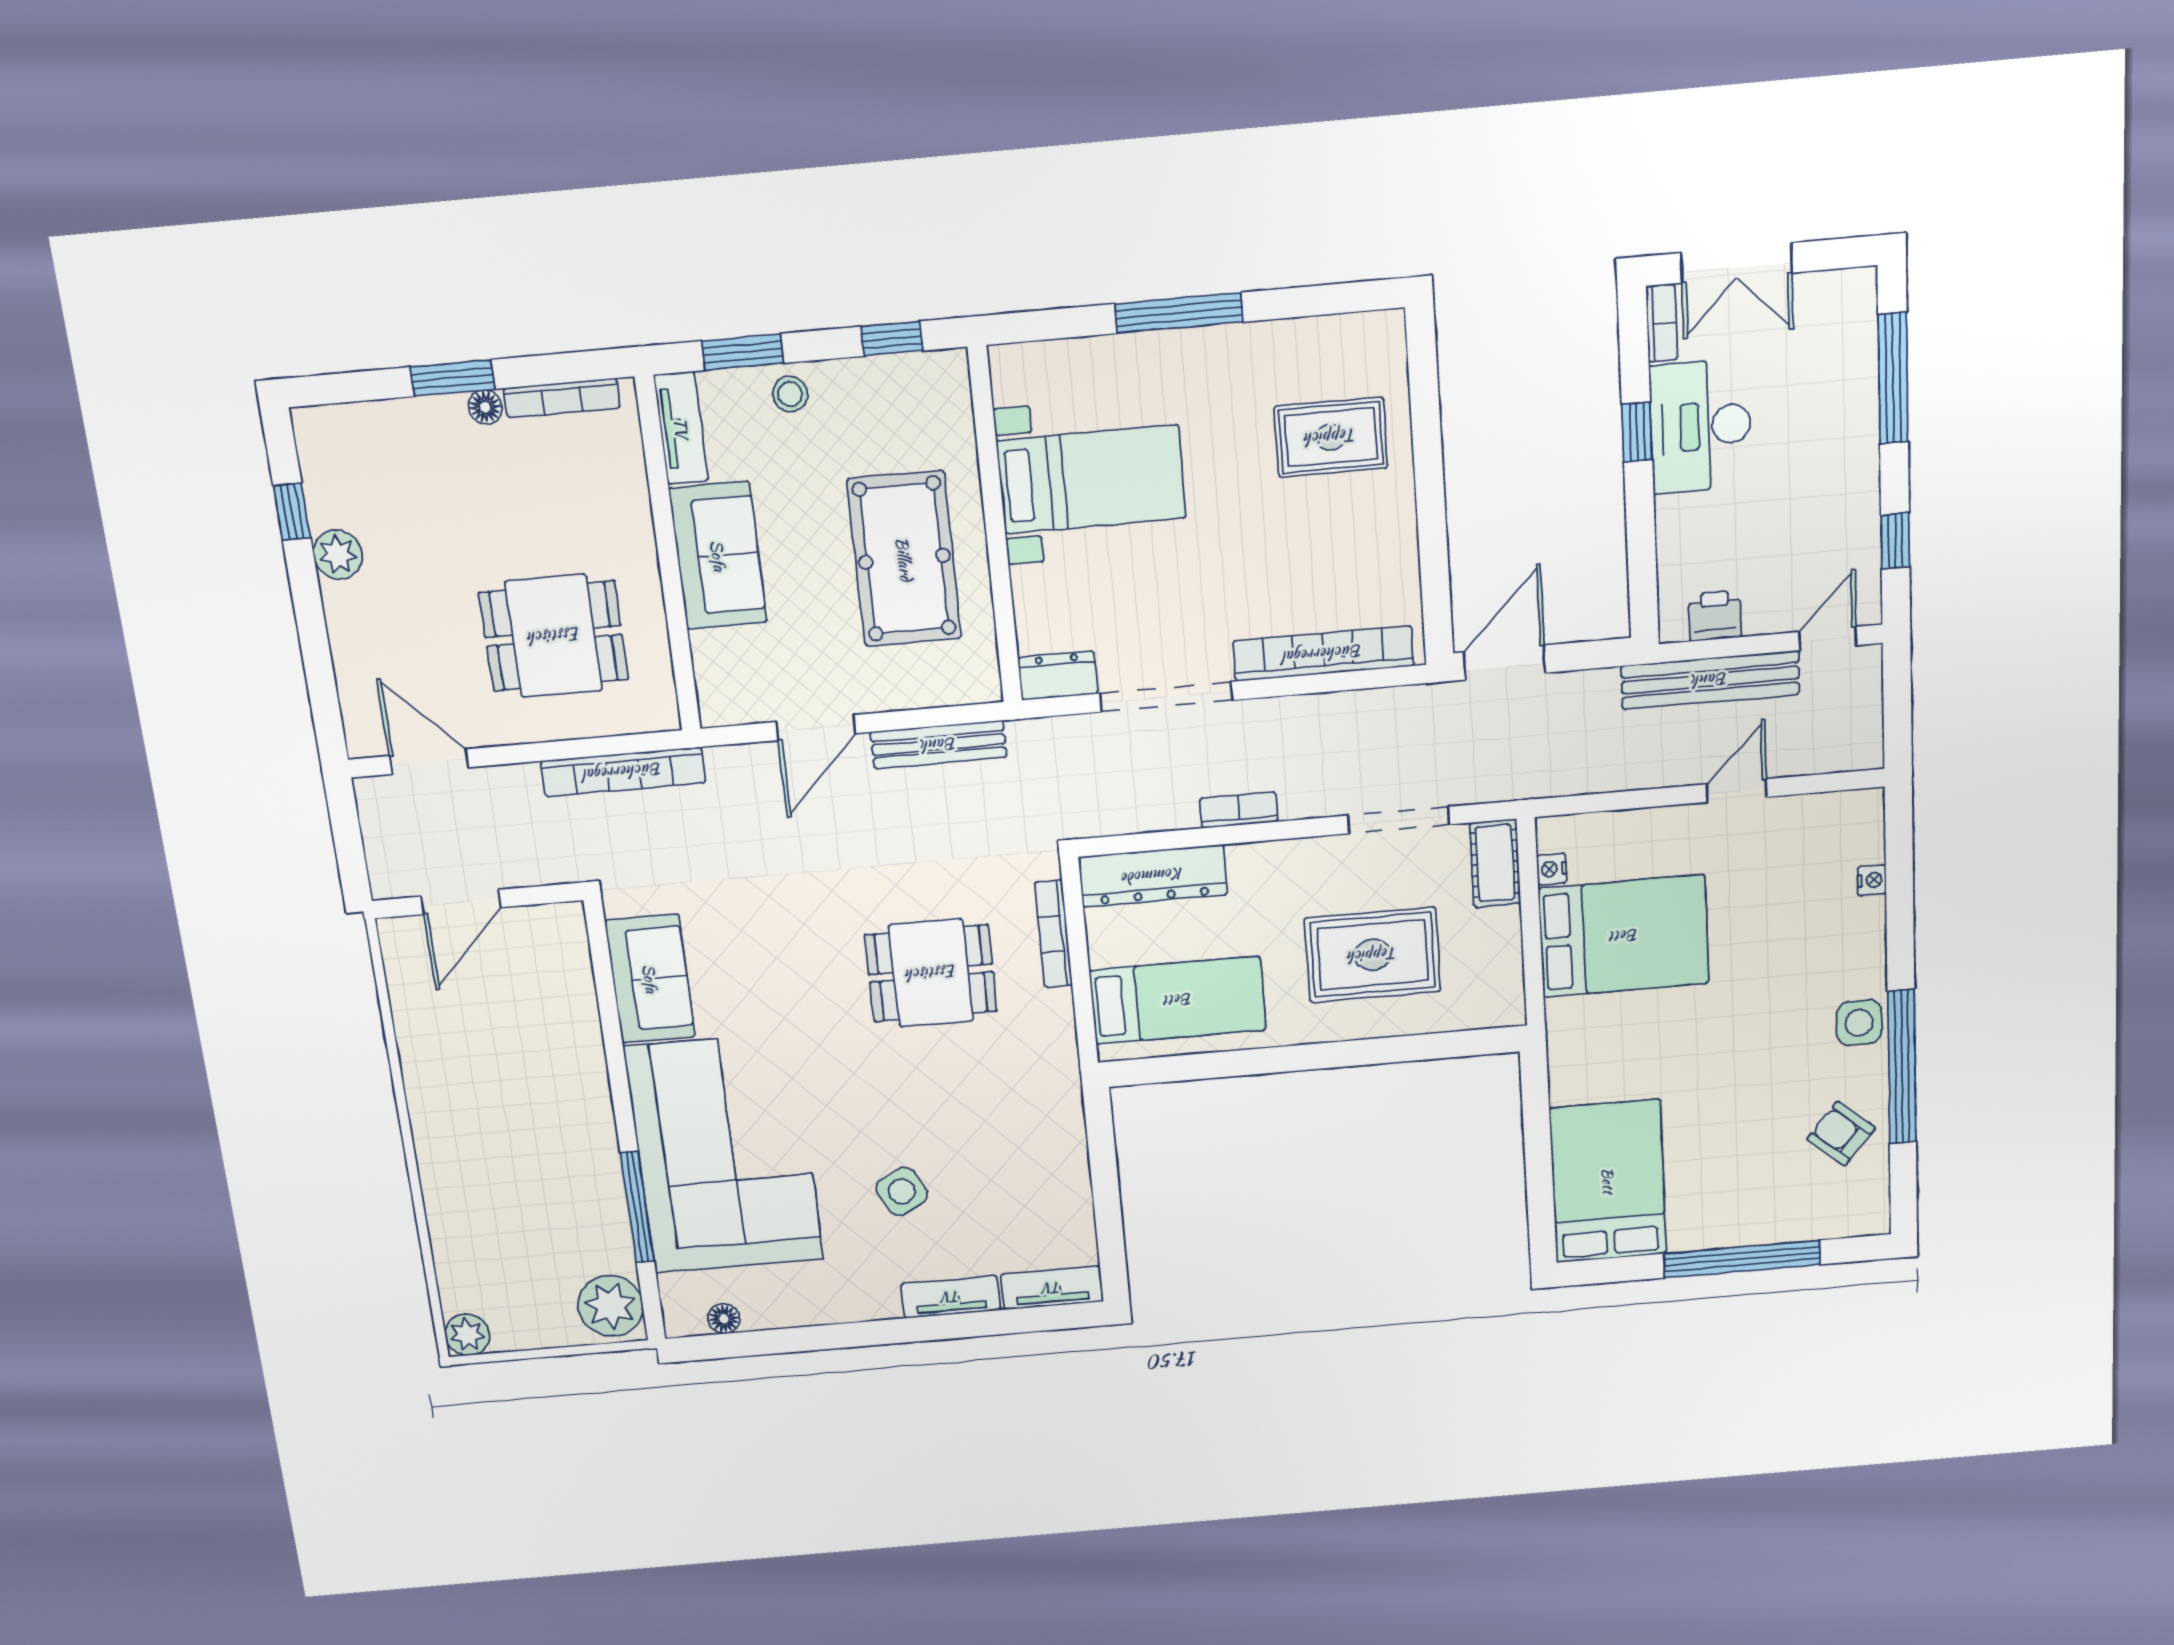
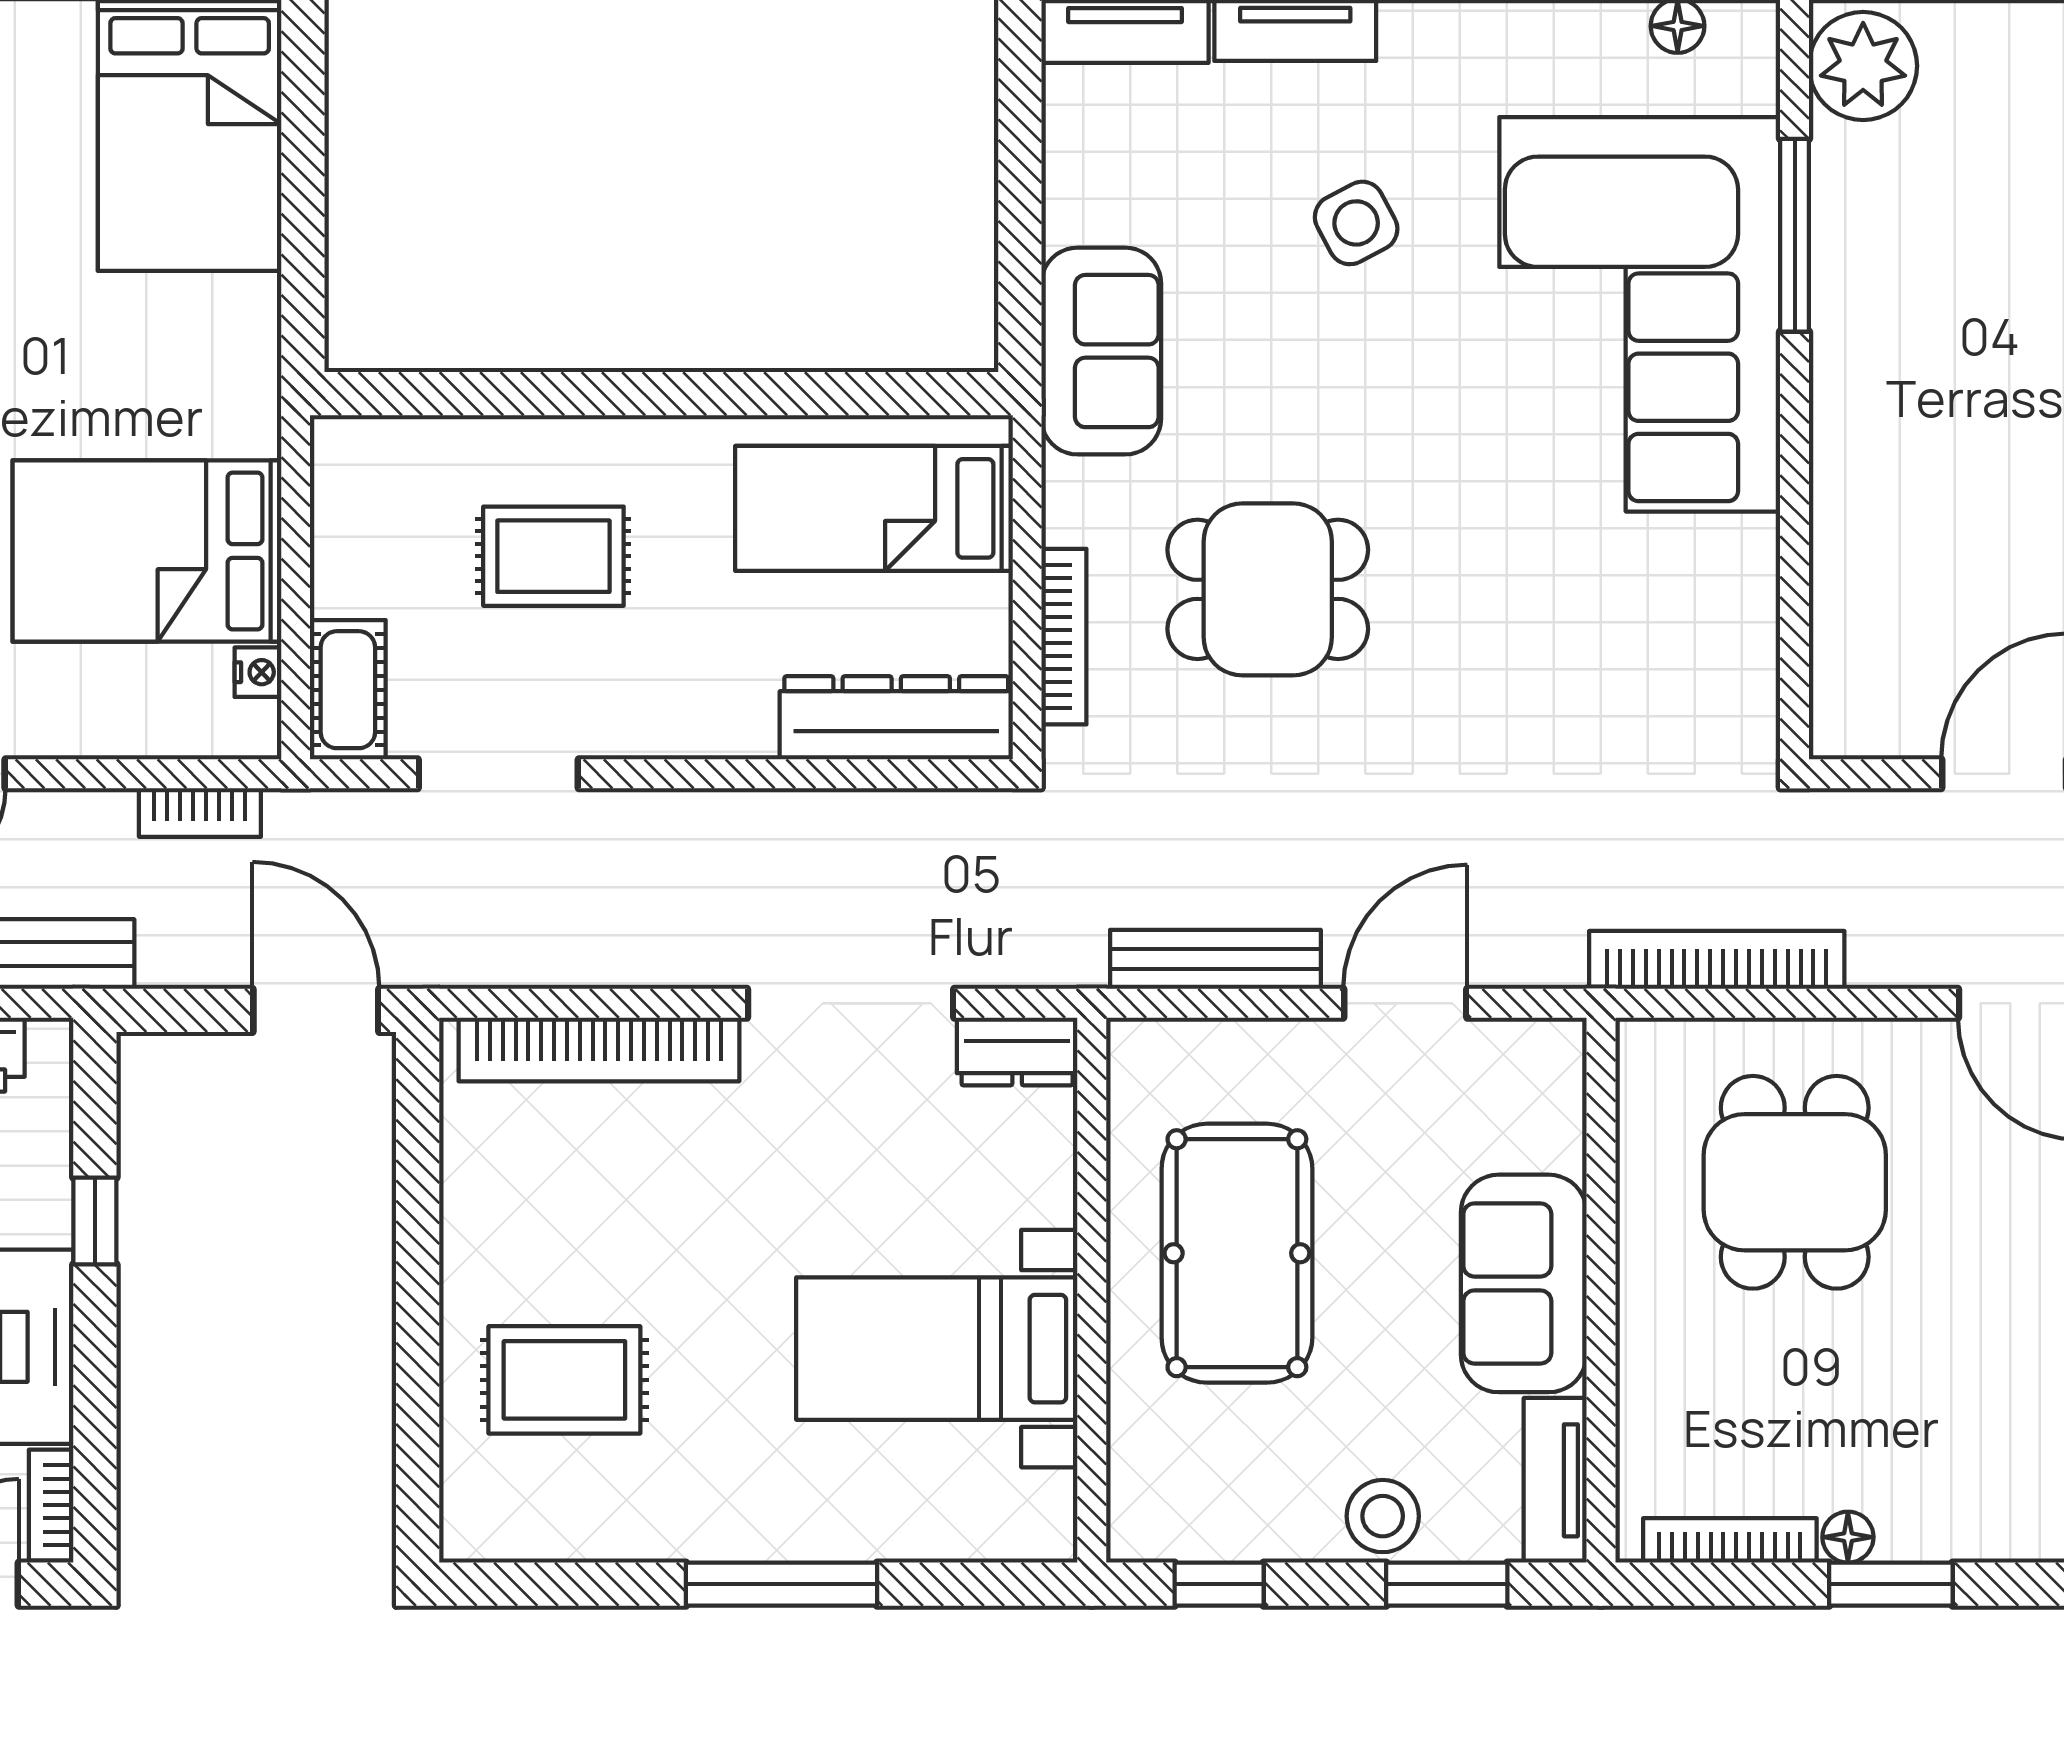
stool: (790, 394) -> (1383, 1516), width x1.37, depth x1.37
window: (1637, 432) -> (95, 1221), moved
dining table: (554, 636) -> (1795, 1182), turned 90
door: (1505, 662) -> (316, 1010), swing flipped
bookcase: (1239, 810) -> (200, 812), moved
rug: (1373, 955) -> (553, 556), width x0.73, depth x0.70
sofa: (650, 979) -> (1101, 351), moved, turned 180

